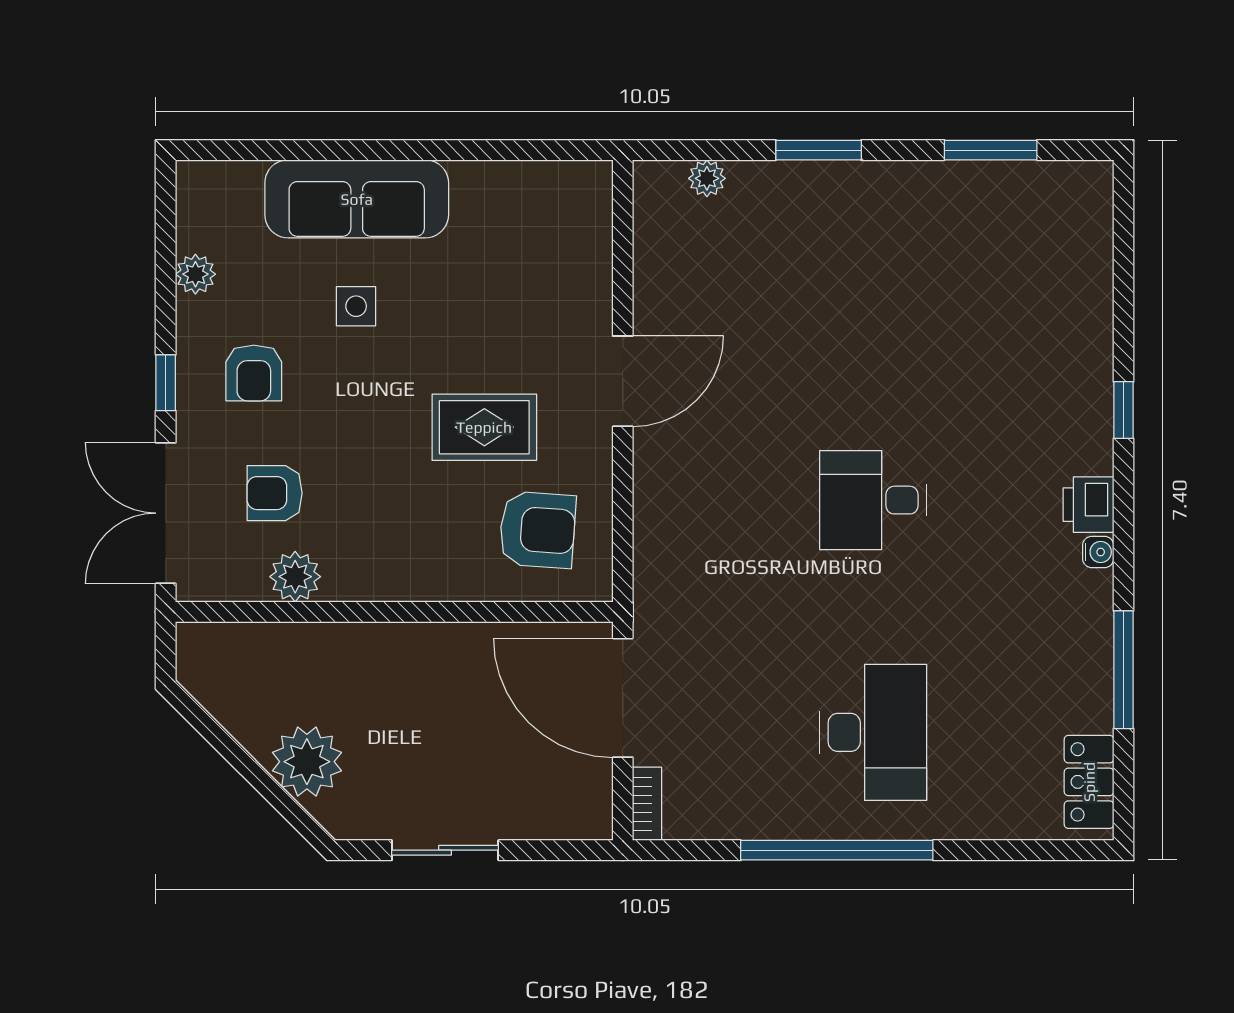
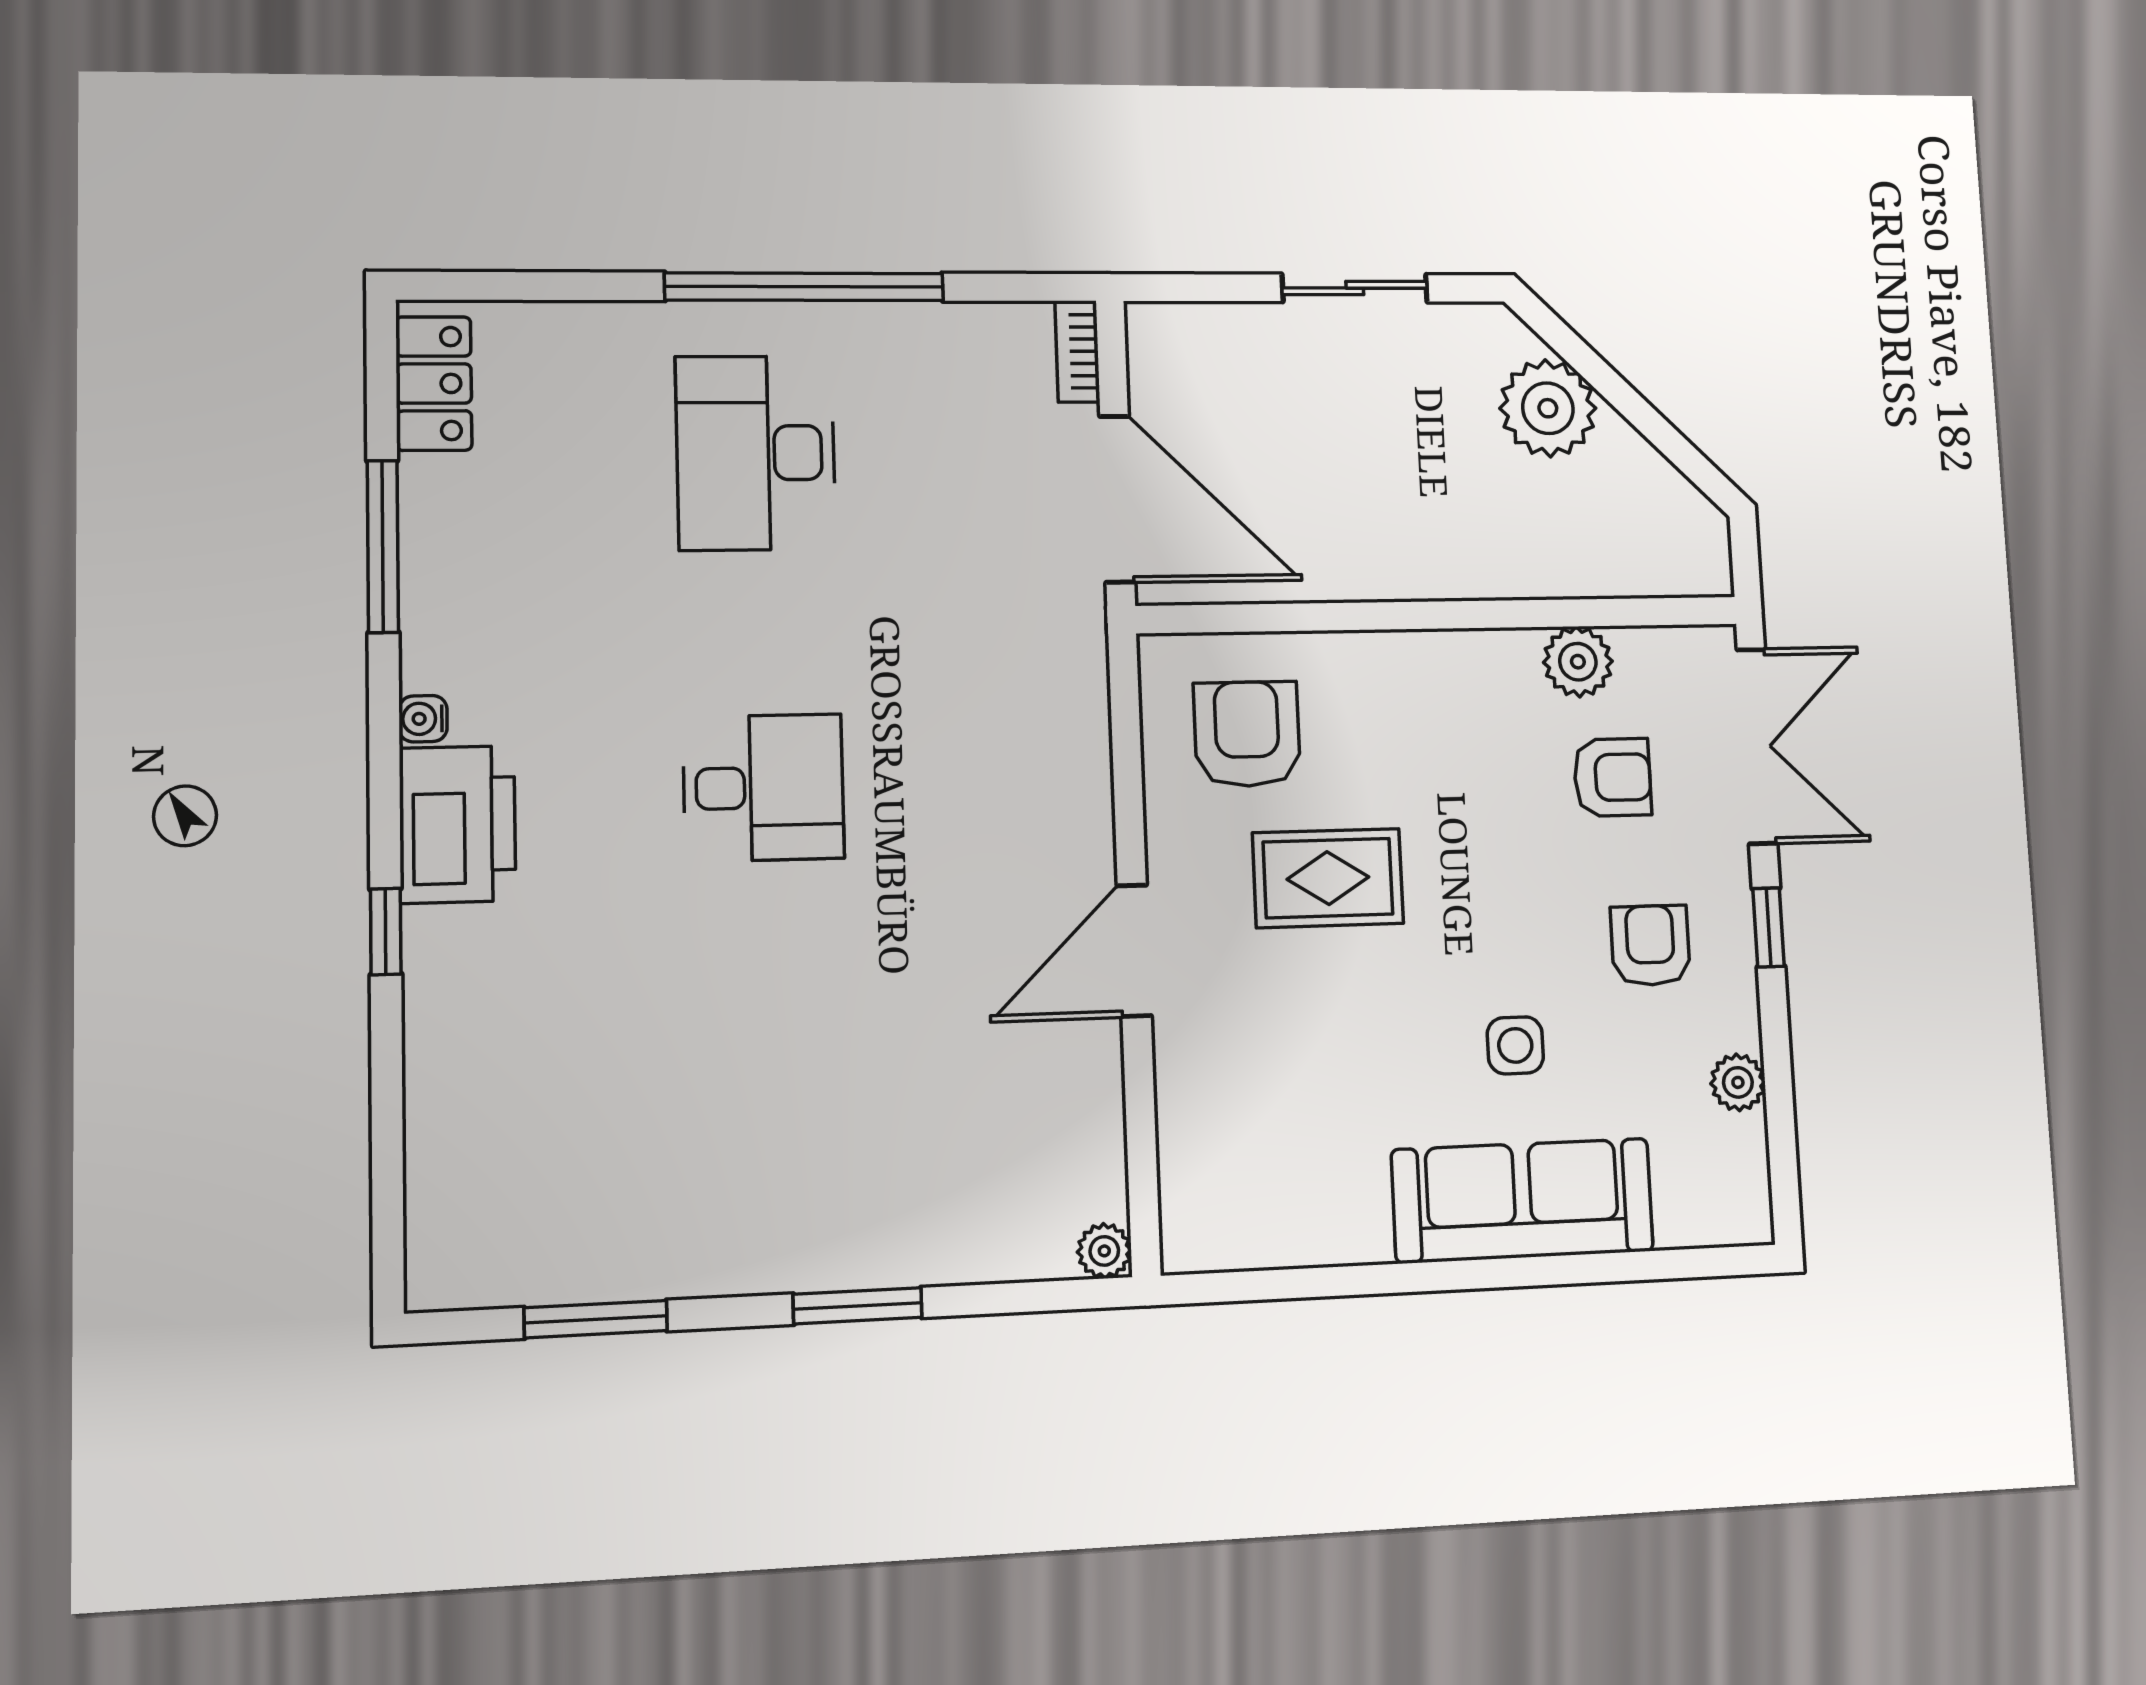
plant: (707, 178) -> (1104, 1251), moved
printer: (1088, 505) -> (458, 824), width x1.87, depth x1.48
armchair: (537, 530) -> (1247, 734), turned 86

